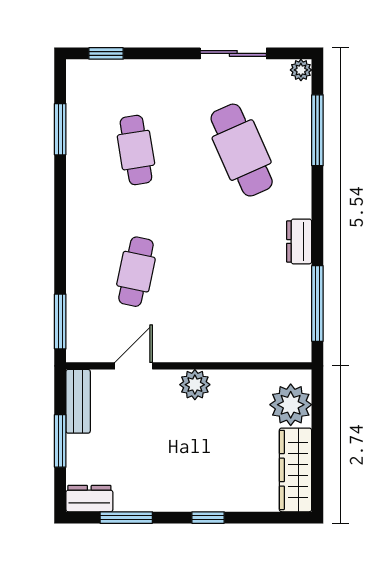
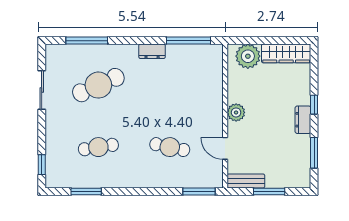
plant: (301, 70) -> (51, 50), removed
dresser: (89, 499) -> (303, 120), moved

